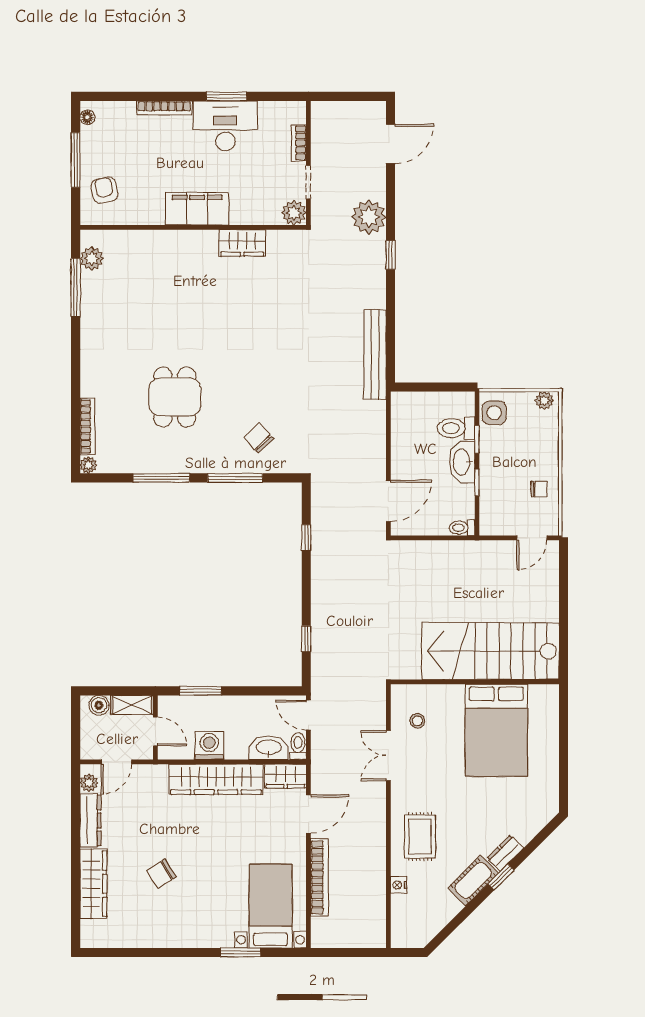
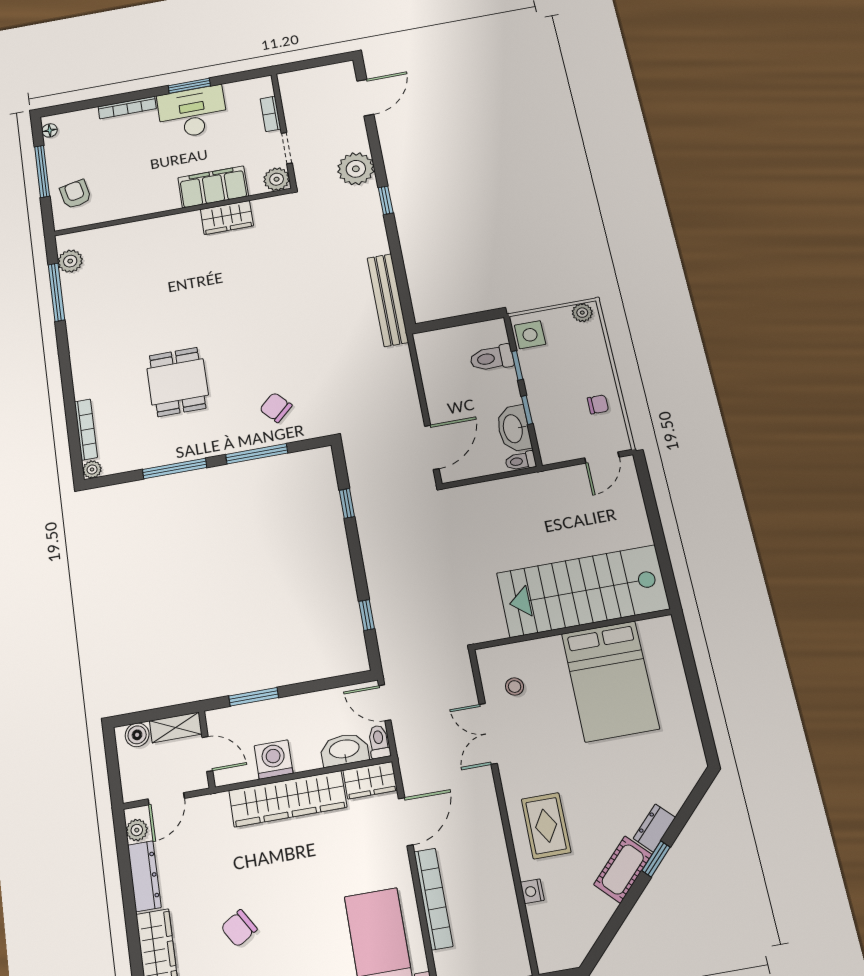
filing cabinet: (197, 209) -> (213, 187), moved
washbasin: (462, 462) -> (514, 429), moved

